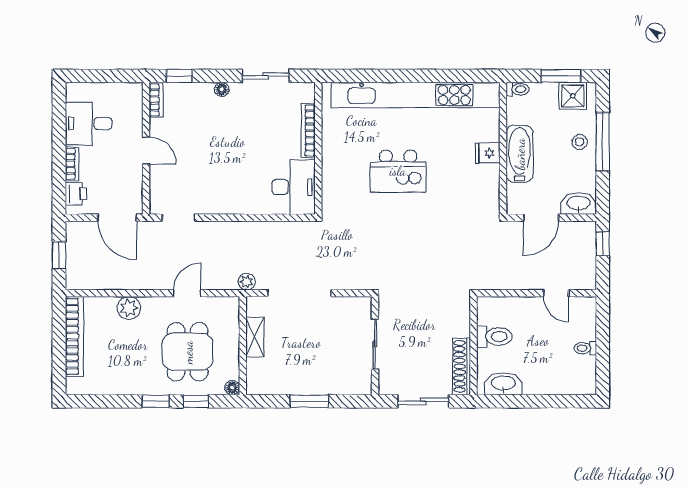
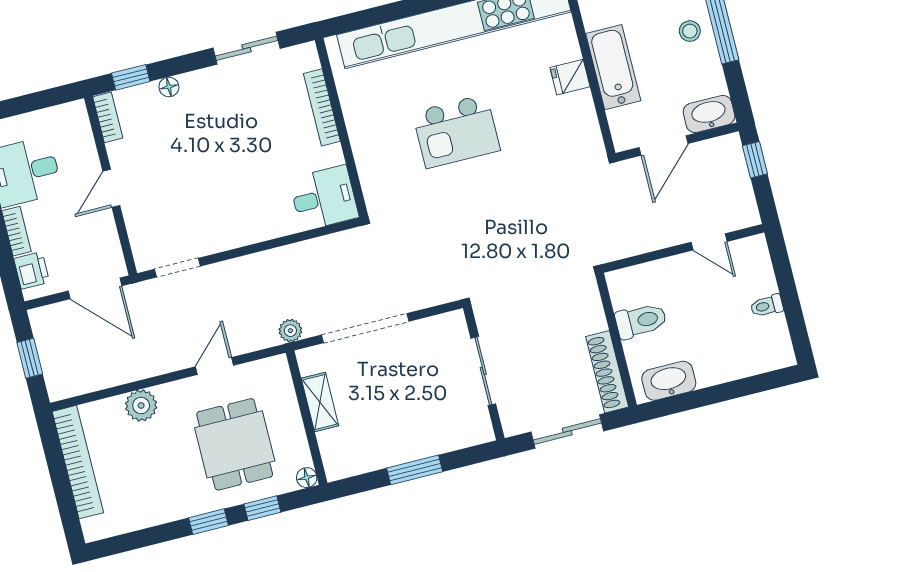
floor lamp: (222, 89) -> (169, 87), moved
door: (146, 150) -> (111, 188), swing flipped
desk: (294, 187) -> (324, 198), width x0.73

